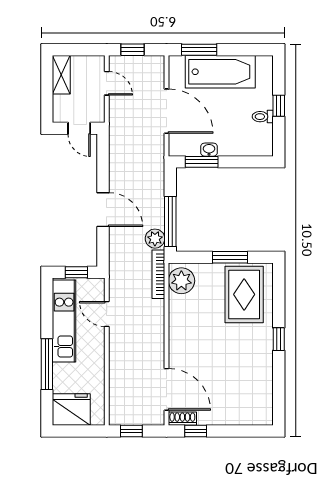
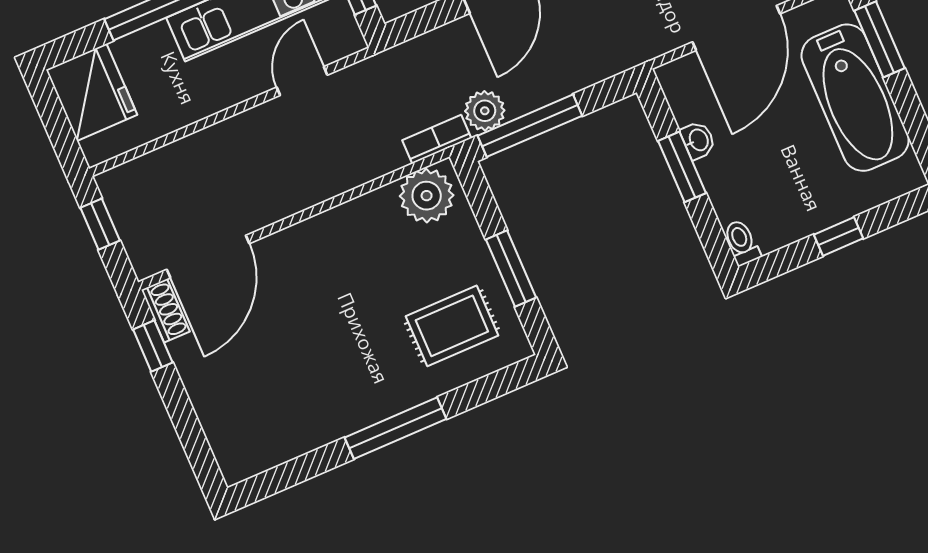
toilet: (263, 117) -> (742, 242), moved
window: (202, 162) -> (682, 167), moved
bookcase: (158, 274) -> (437, 139), width x0.64
rug: (244, 294) -> (452, 326), width x0.73, depth x0.70
window: (279, 339) -> (396, 428), width x2.17

